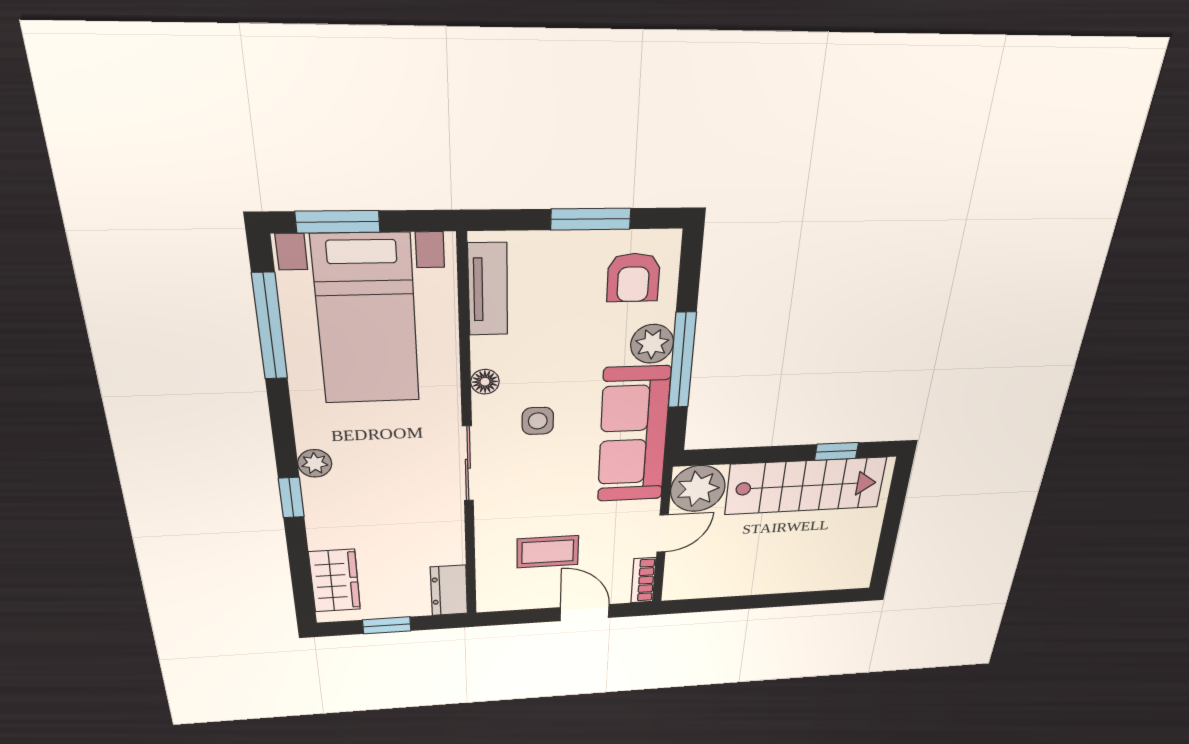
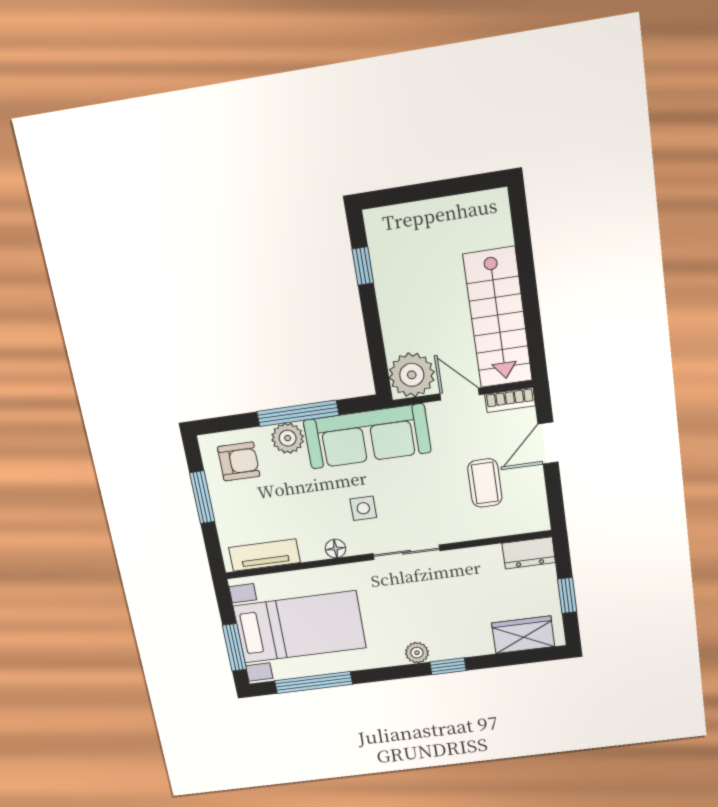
stairs: (806, 486) -> (498, 318), moved, turned 180

